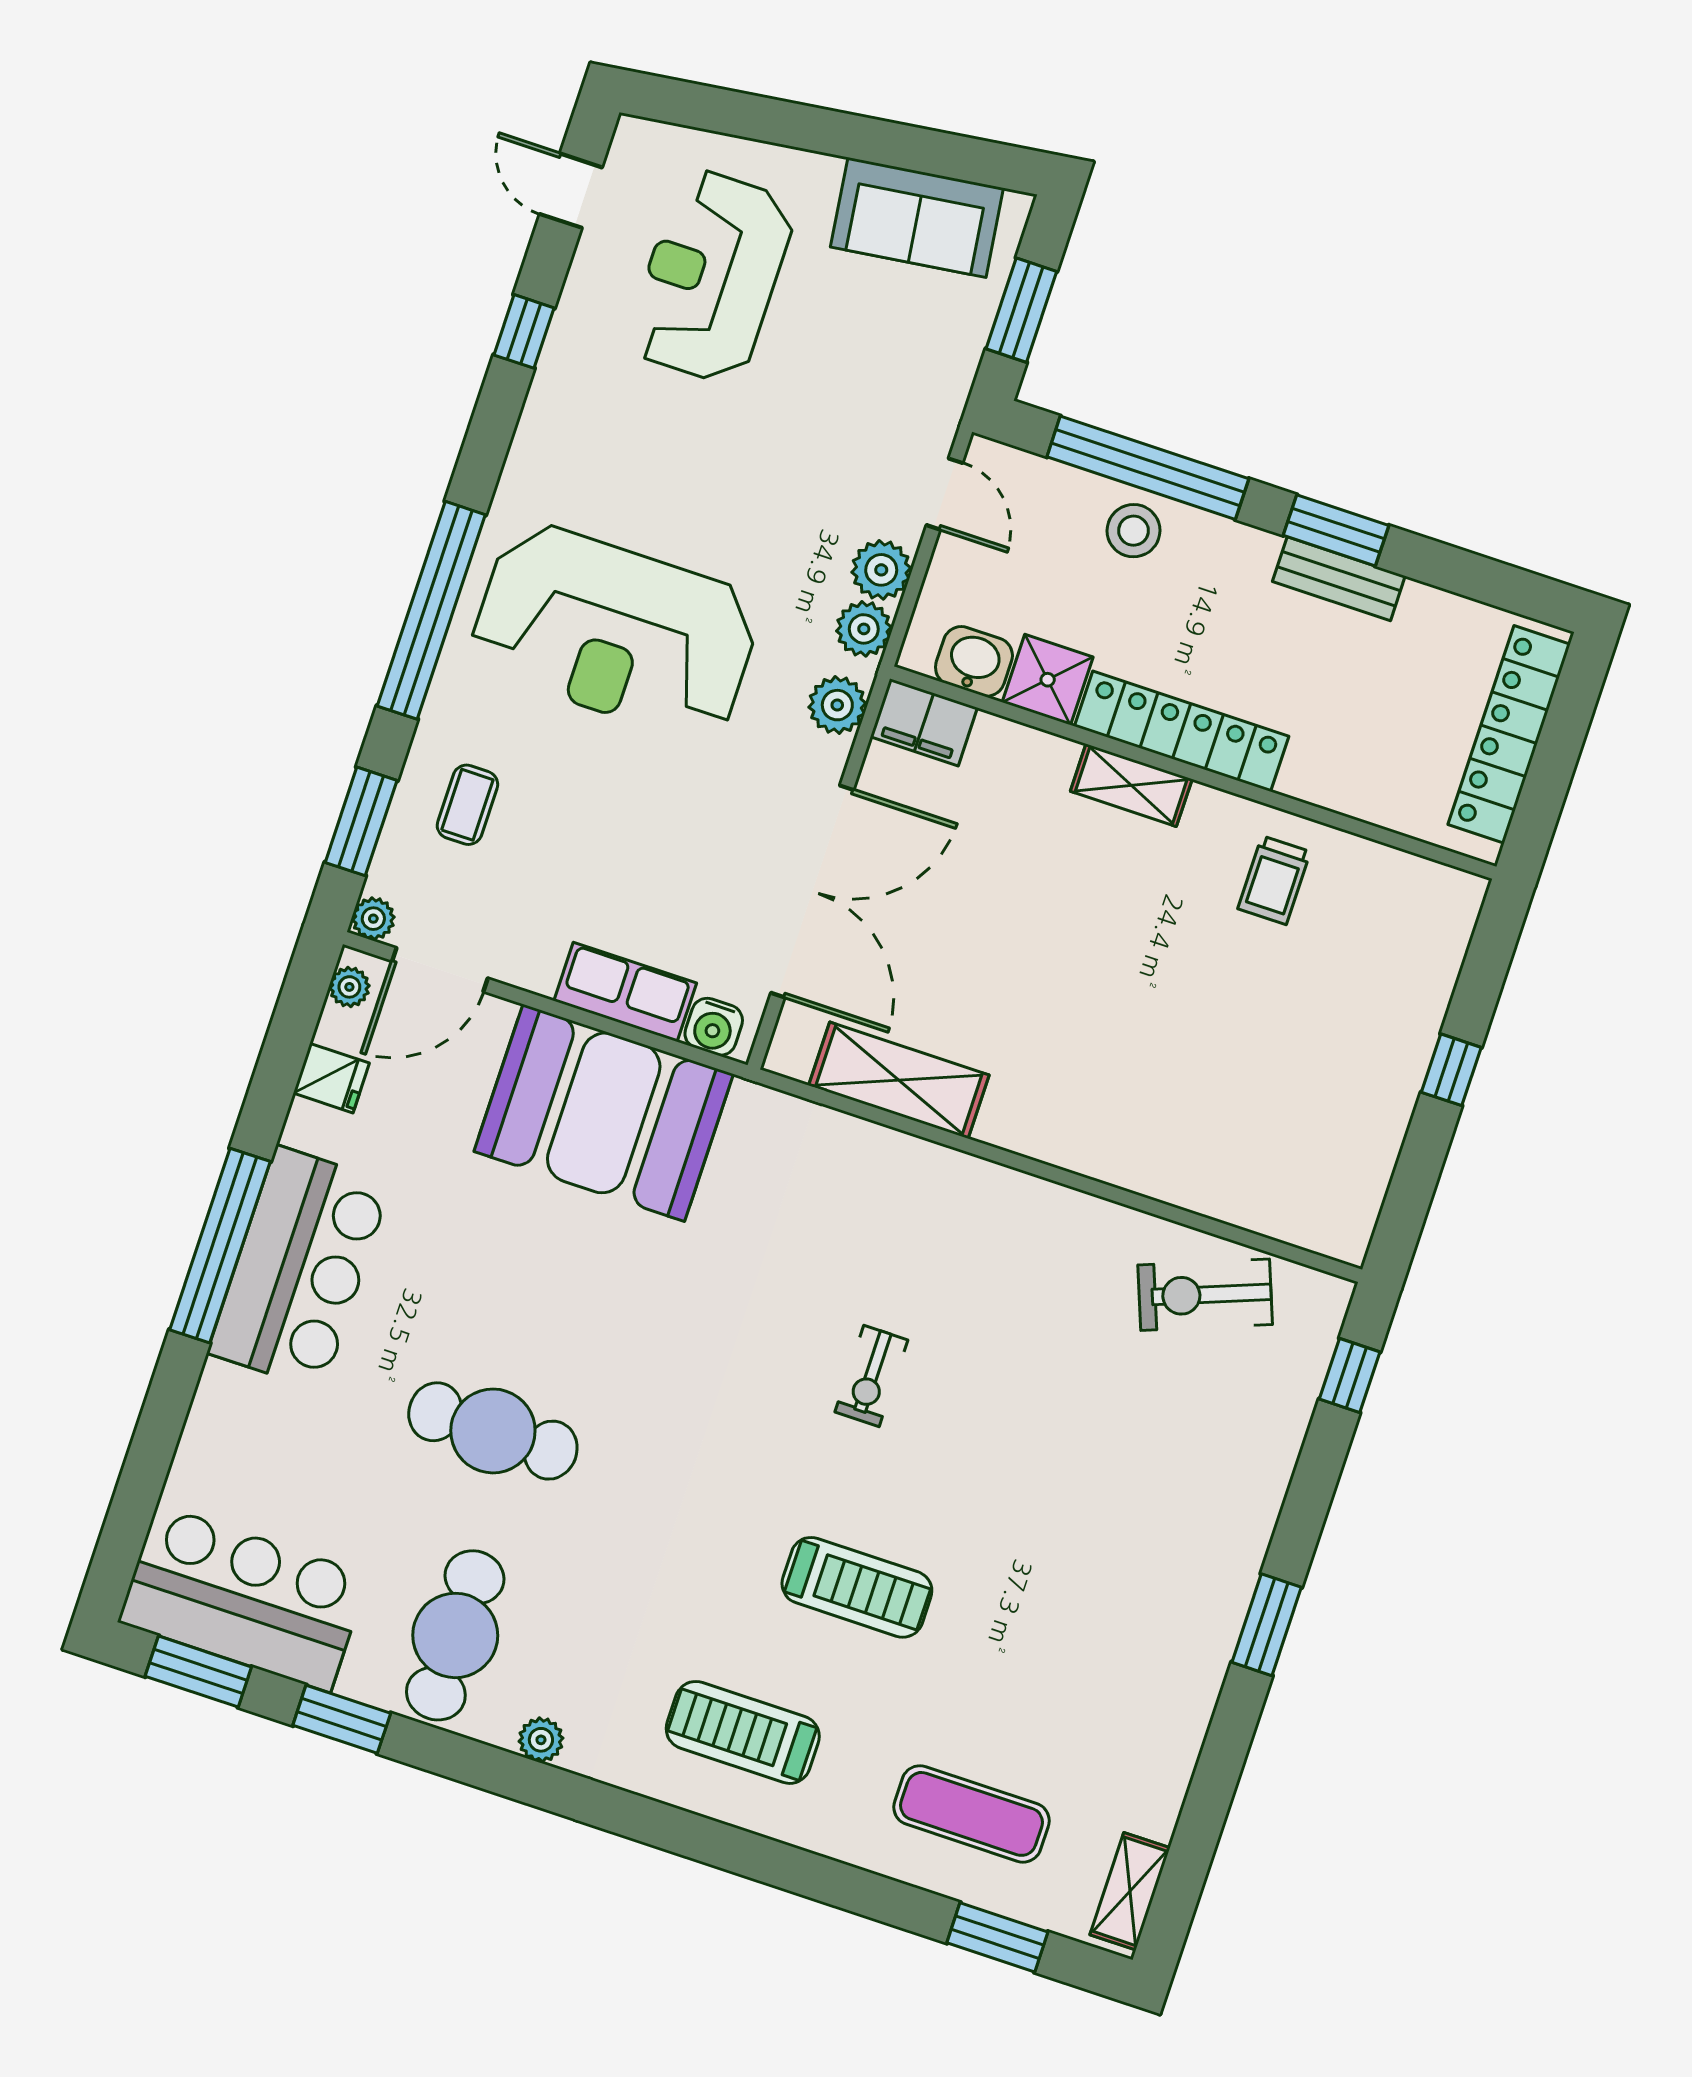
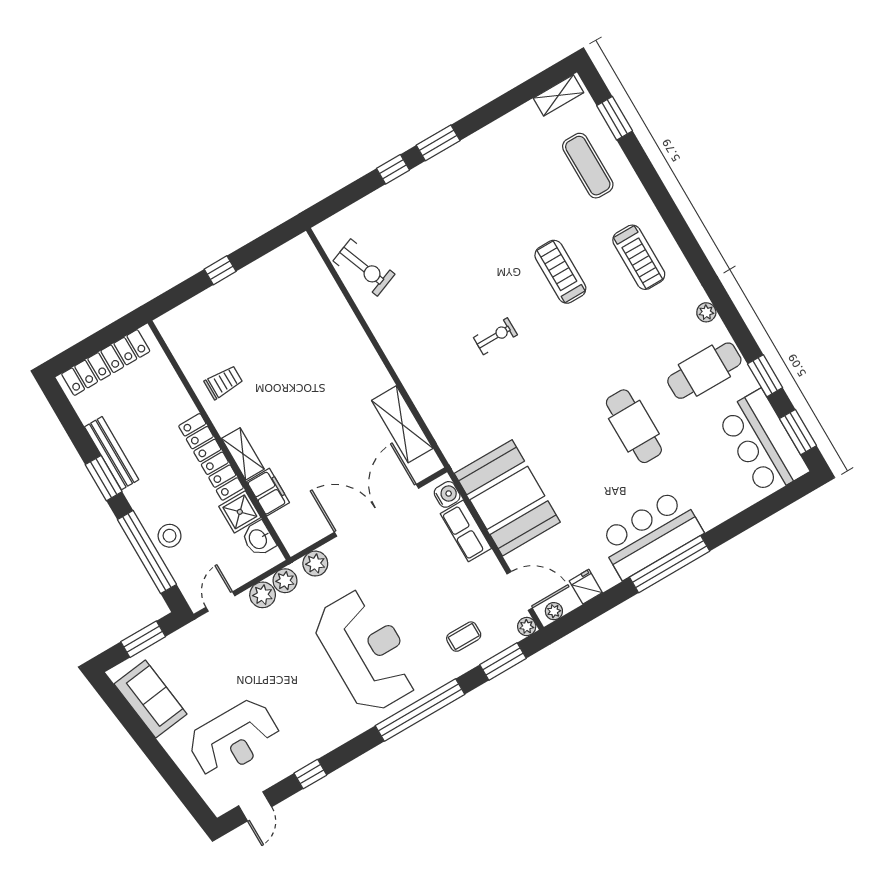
bench: (1339, 579) -> (112, 453), width x1.36
filing cabinet: (924, 722) -> (268, 492), moved
window: (1350, 1375) -> (393, 169), moved

